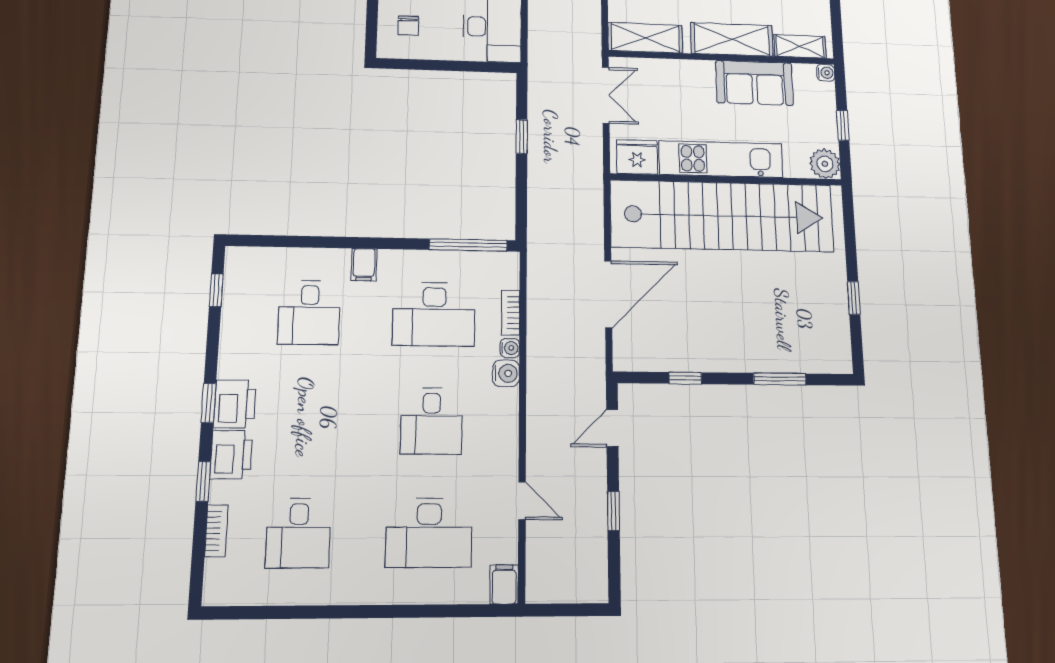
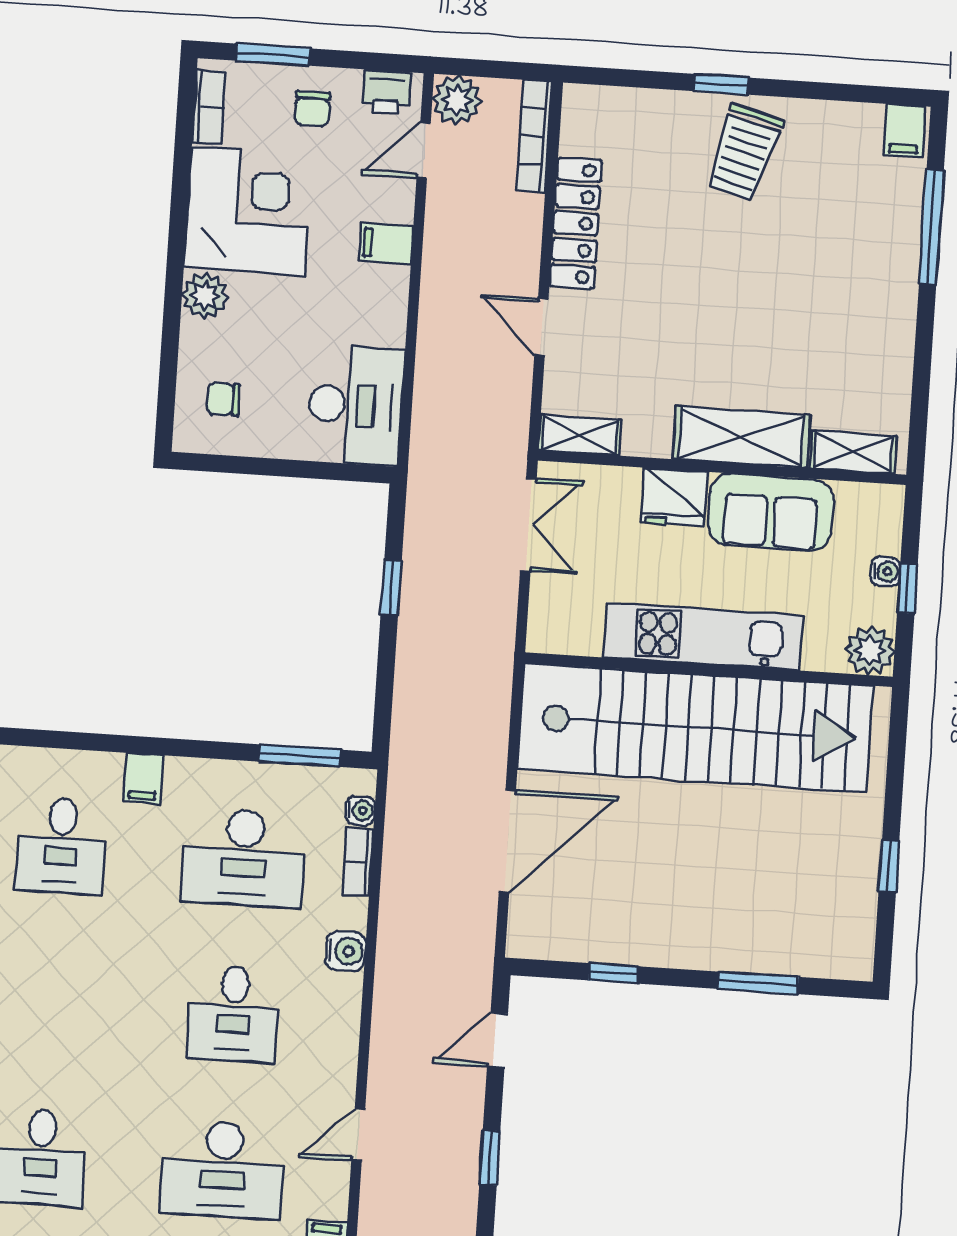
chair: (408, 25) -> (223, 399), turned 90
shelving: (645, 38) -> (580, 435), width x0.67, depth x0.75
water cooler: (826, 73) -> (885, 572), moved
fridge: (637, 157) -> (674, 497), moved, turned 180
window: (468, 245) -> (300, 756), width x0.69
water cooler: (510, 348) -> (360, 810), moved
door: (522, 501) -> (358, 1134), swing flipped

